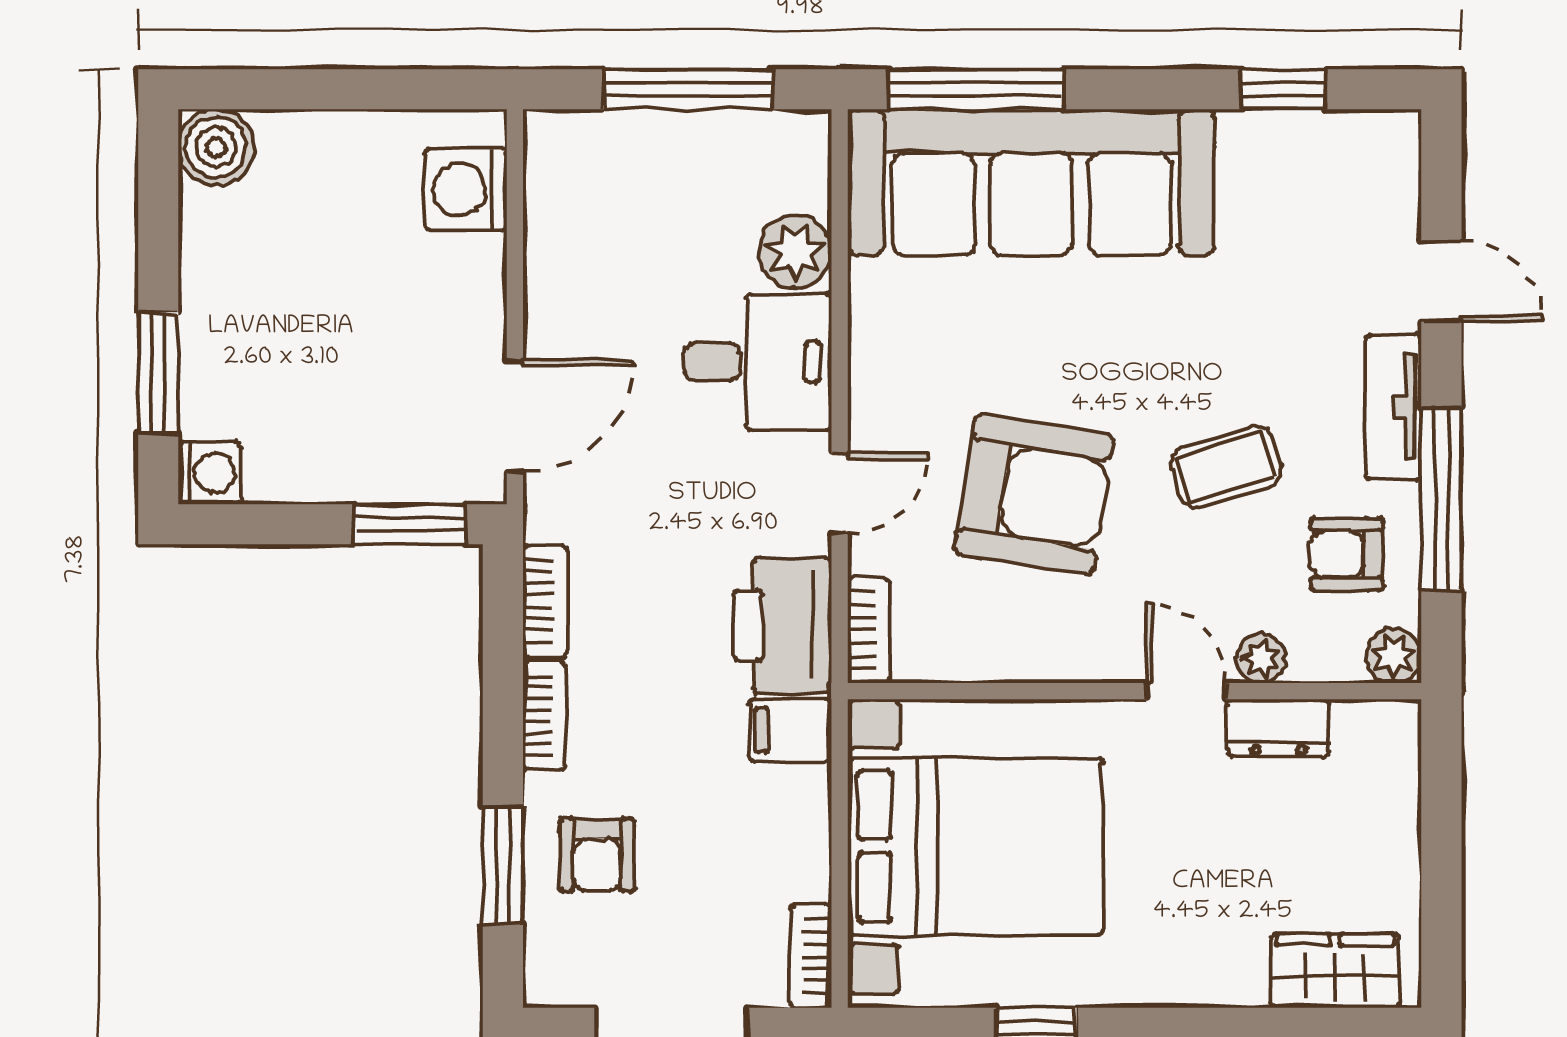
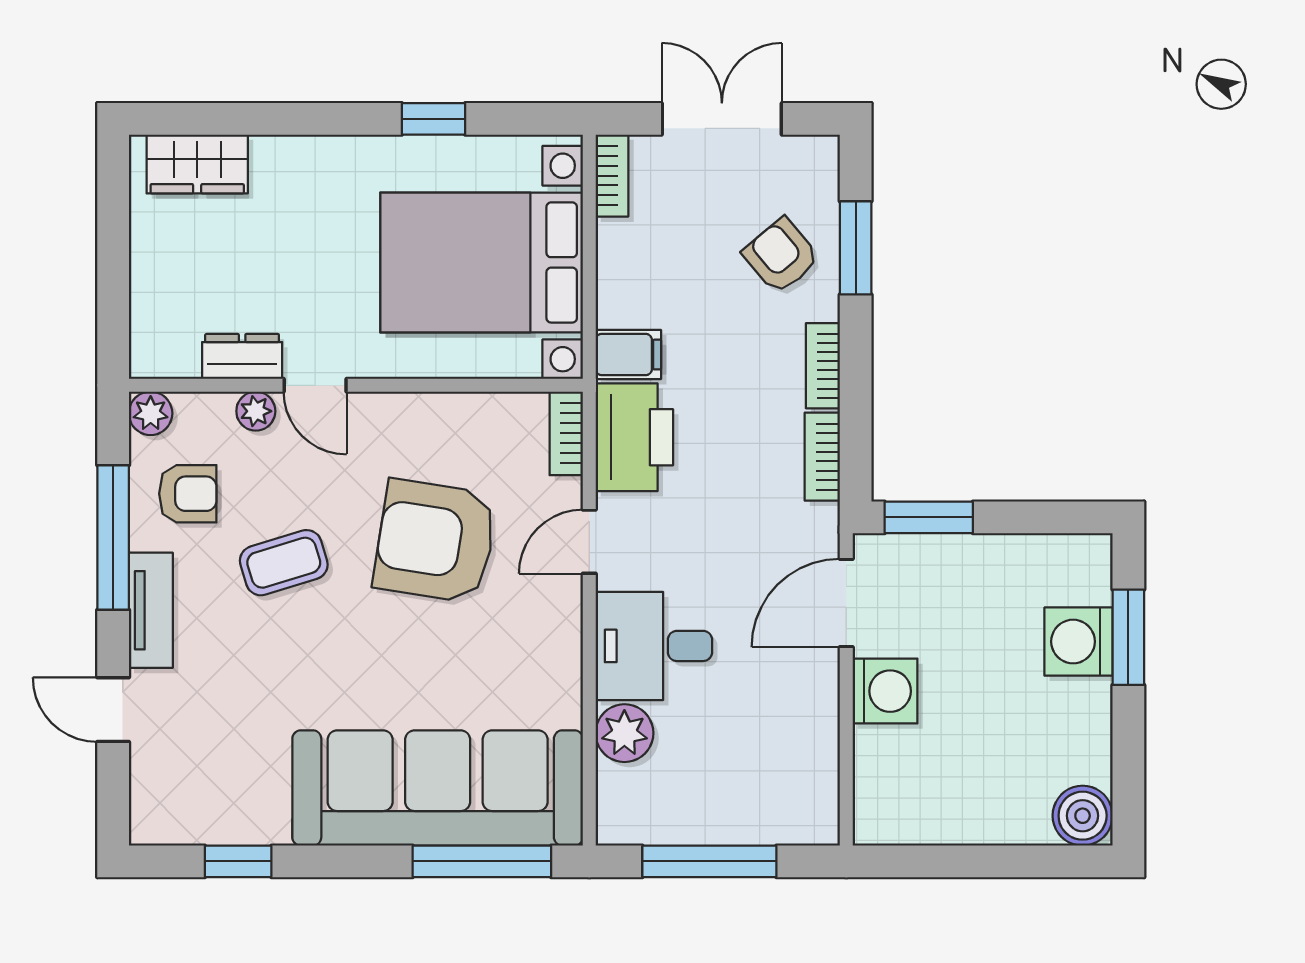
washing machine: (466, 189) -> (885, 691), moved
washing machine: (209, 473) -> (1079, 642), moved, width x1.38, depth x1.38
armchair: (597, 855) -> (781, 256), turned -40

